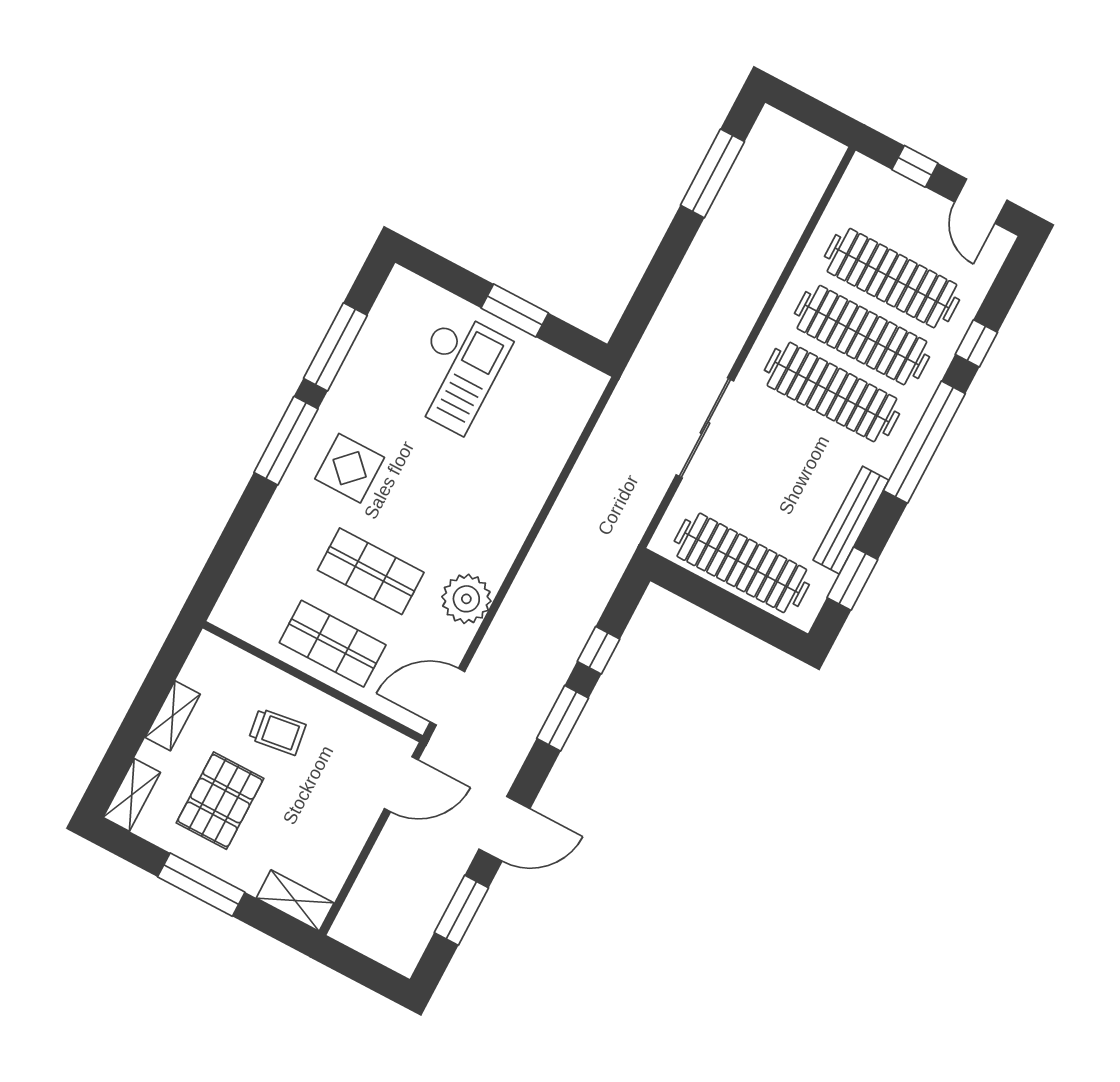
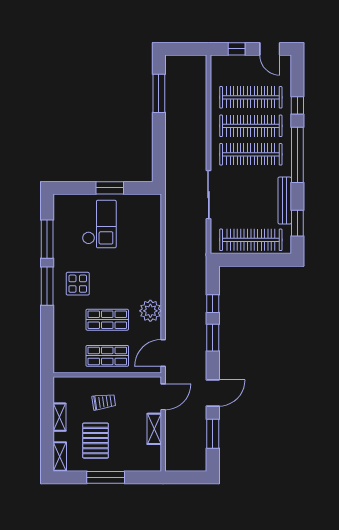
shelving: (295, 900) -> (154, 429), moved, turned 90

